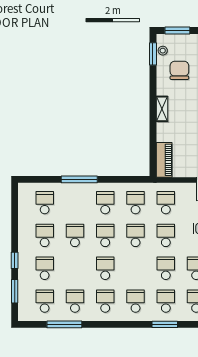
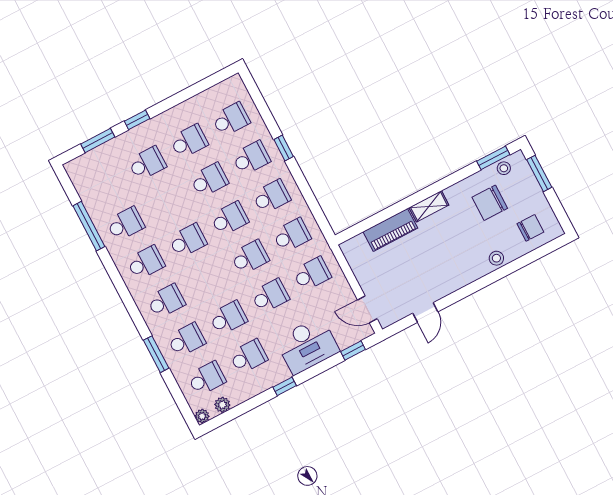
chair: (179, 70) -> (490, 203), turned 180
piano: (164, 160) -> (390, 230), moved
window: (79, 179) -> (284, 148), width x0.46
school desk: (45, 301) -> (251, 158), moved

